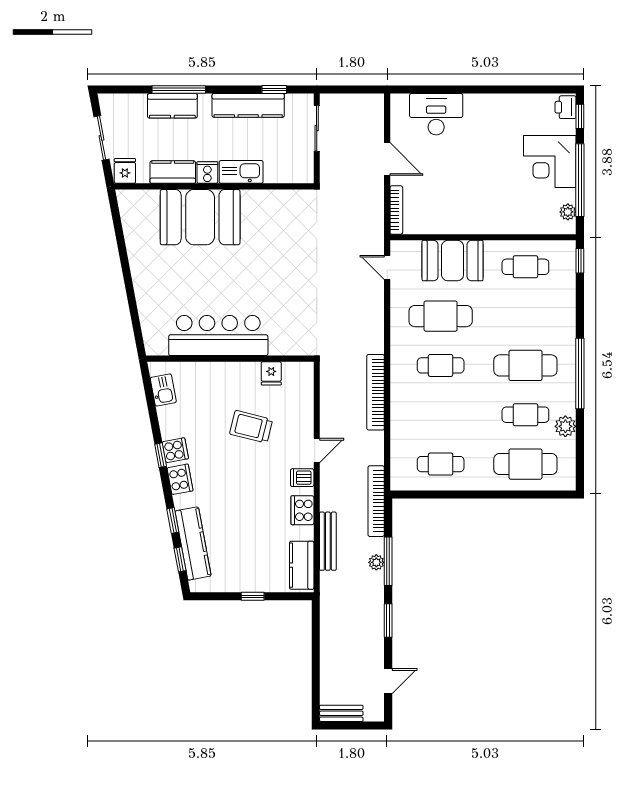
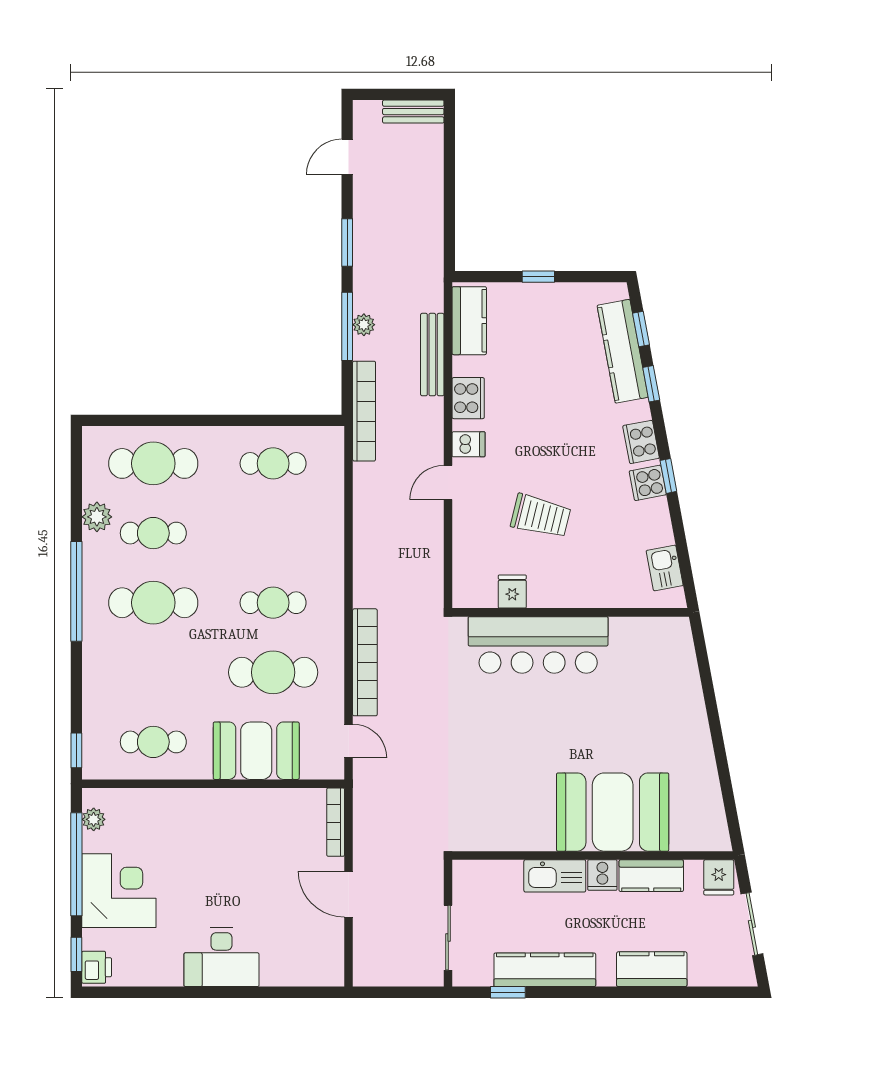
window: (179, 90) -> (643, 992), removed
desk: (436, 114) -> (221, 957), moved
bar counter: (218, 335) -> (538, 645), moved
bookcase: (376, 392) -> (365, 662), moved

